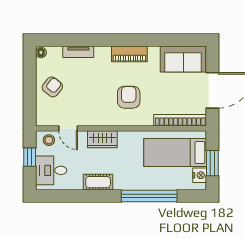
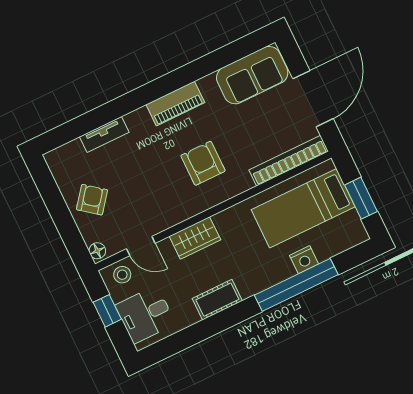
floor lamp: (41, 52) -> (97, 251), moved
nightstand: (200, 175) -> (304, 260), moved, turned 90

